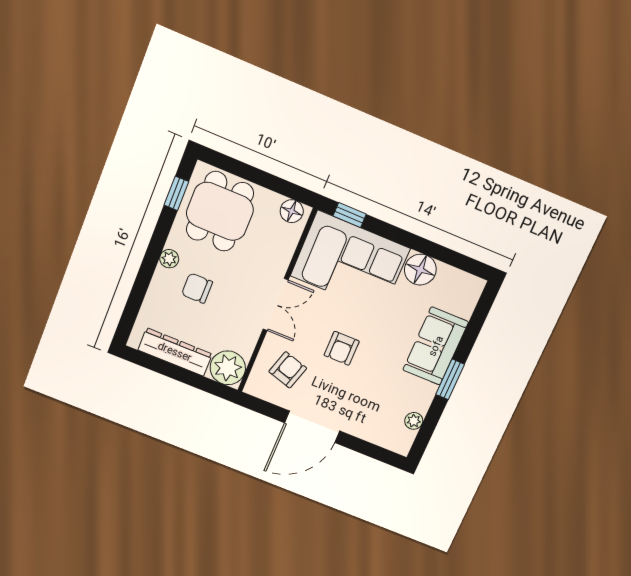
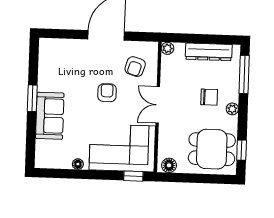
dining table: (220, 211) -> (212, 149), turned 90
floor lamp: (420, 270) -> (78, 164), width x0.53, depth x0.53
window: (135, 302) -> (244, 74), added
plant: (228, 368) -> (167, 48), width x0.53, depth x0.53
plant: (414, 421) -> (44, 63), removed

